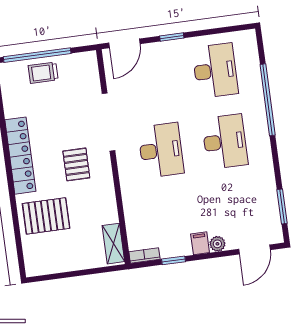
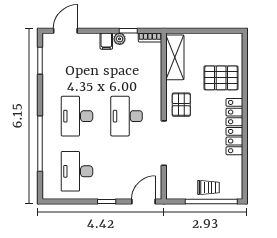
pallet: (76, 164) -> (181, 105), moved
shelving: (113, 244) -> (175, 57), width x1.50, depth x1.33
plant: (217, 244) -> (120, 39), moved

